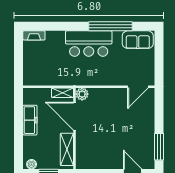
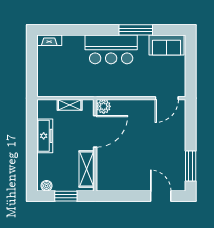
window: (111, 26) -> (136, 30), width x0.68
shelving: (63, 93) -> (70, 105), moved
door: (75, 116) -> (95, 131), swing flipped

